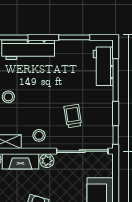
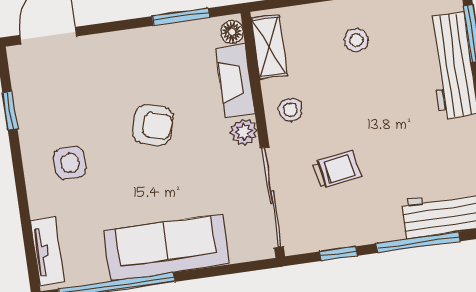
window: (116, 135) -> (339, 254), moved

